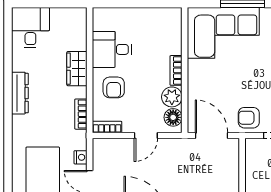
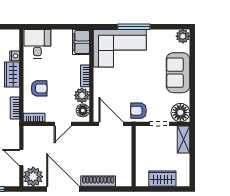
filing cabinet: (171, 24) -> (81, 42), added
desk: (112, 49) -> (37, 44), moved, turned 90
armchair: (114, 87) -> (39, 88), turned -90
nightstand: (81, 157) -> (15, 56), moved

